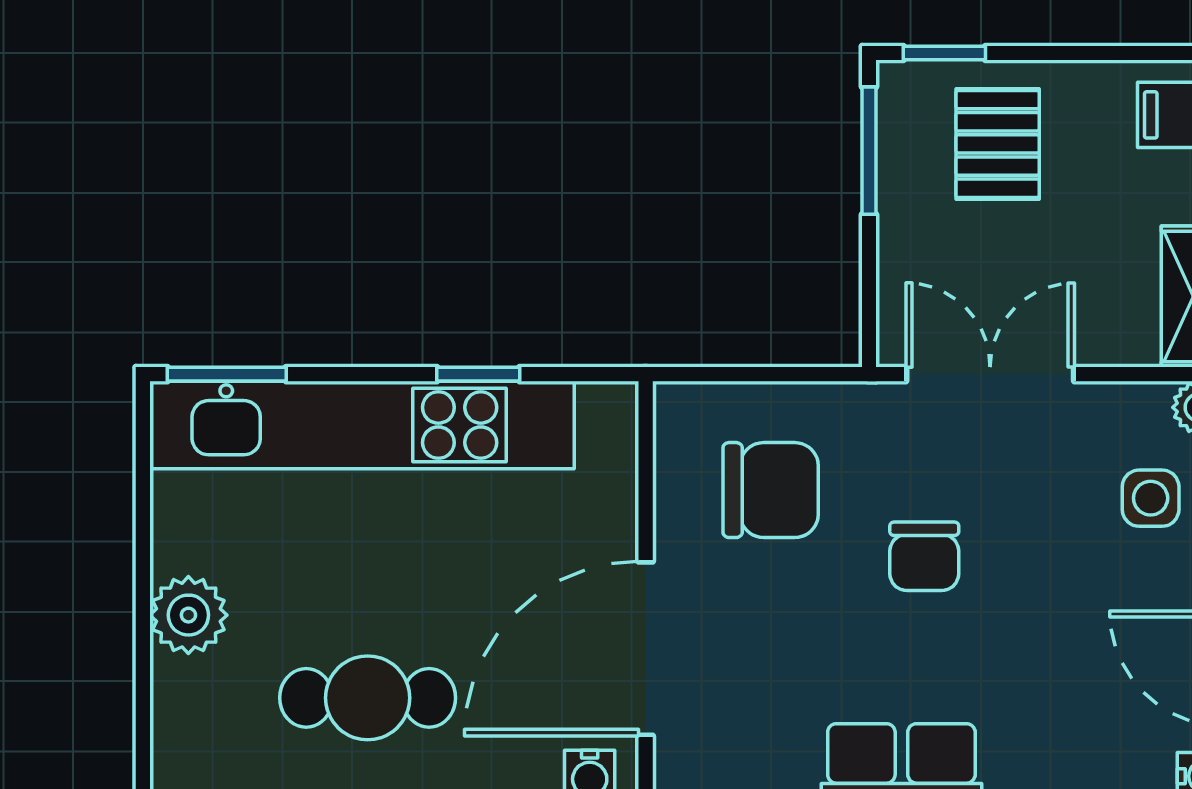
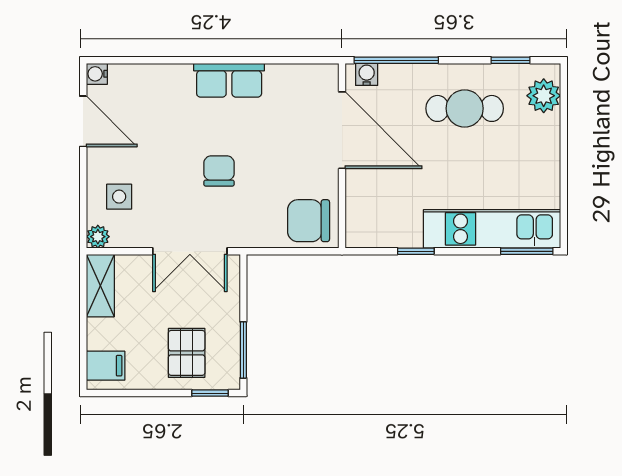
kitchen unit: (362, 425) -> (492, 229), width x0.73
chair: (771, 490) -> (309, 221), moved
plant: (188, 615) -> (544, 96), moved
door: (646, 649) -> (342, 130), hinge flipped

